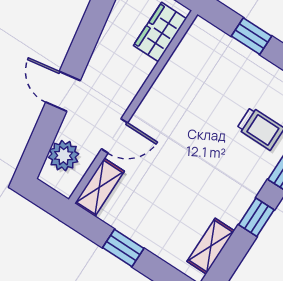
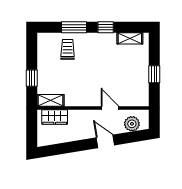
door: (63, 91) -> (105, 141), swing flipped
shelving: (99, 187) -> (51, 100), moved

